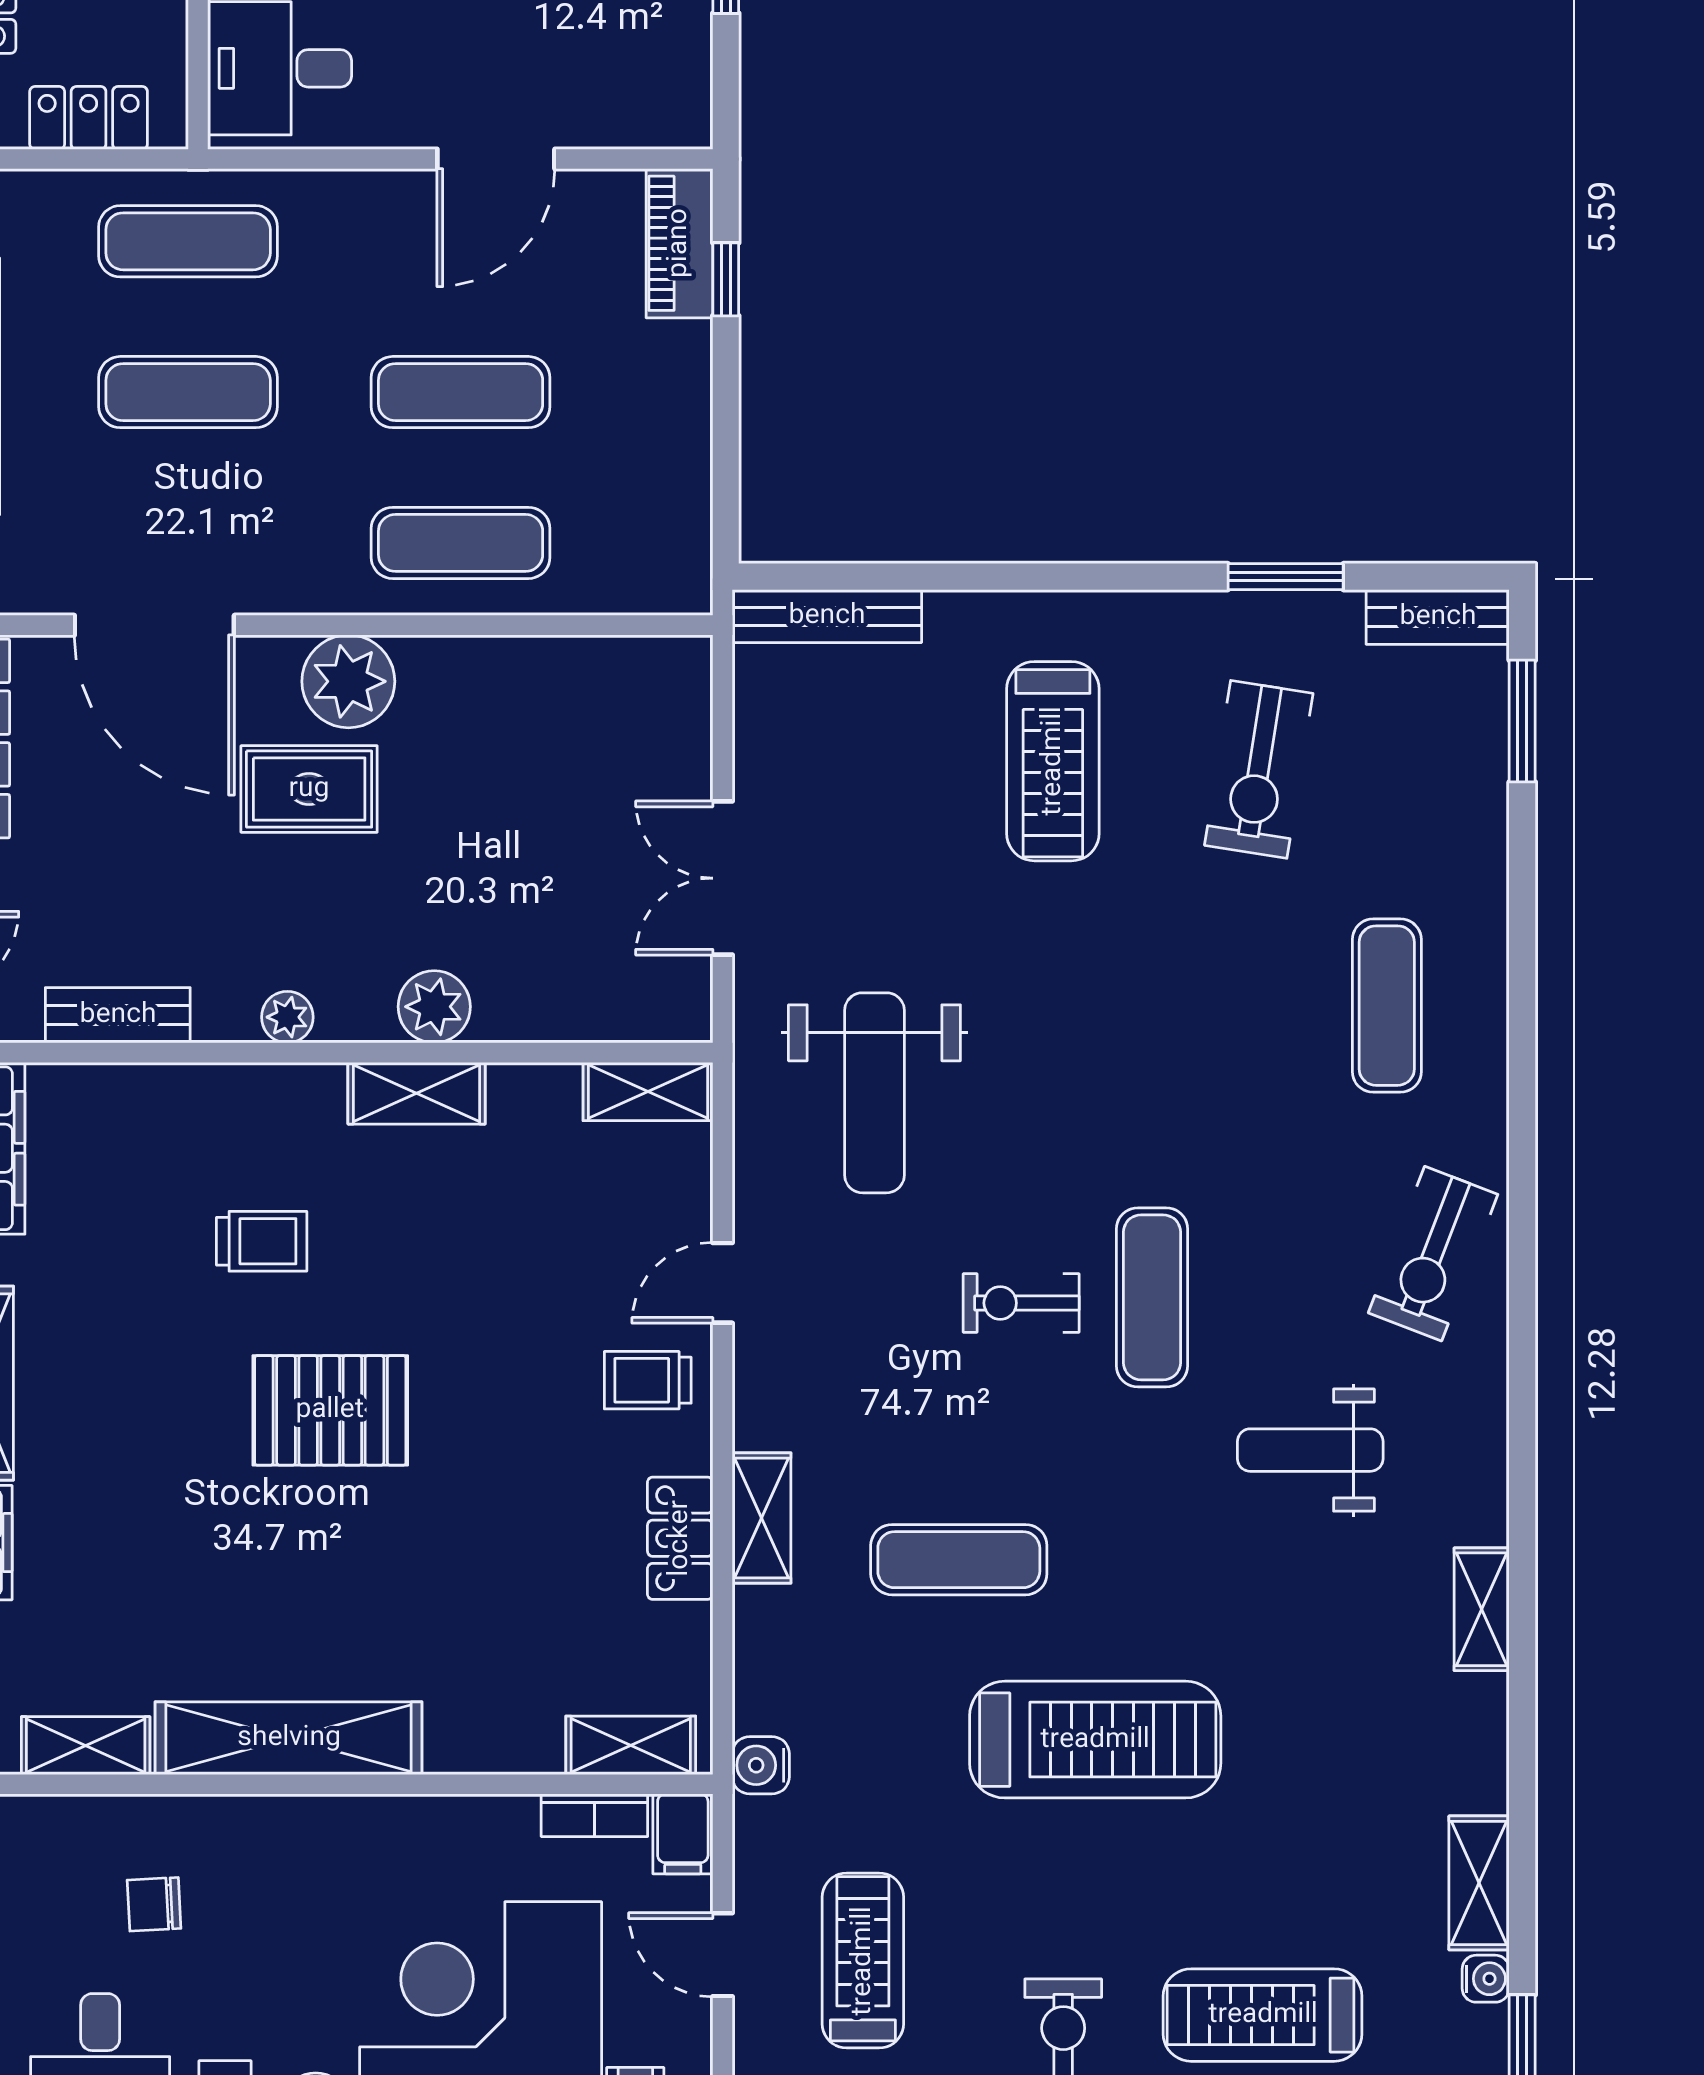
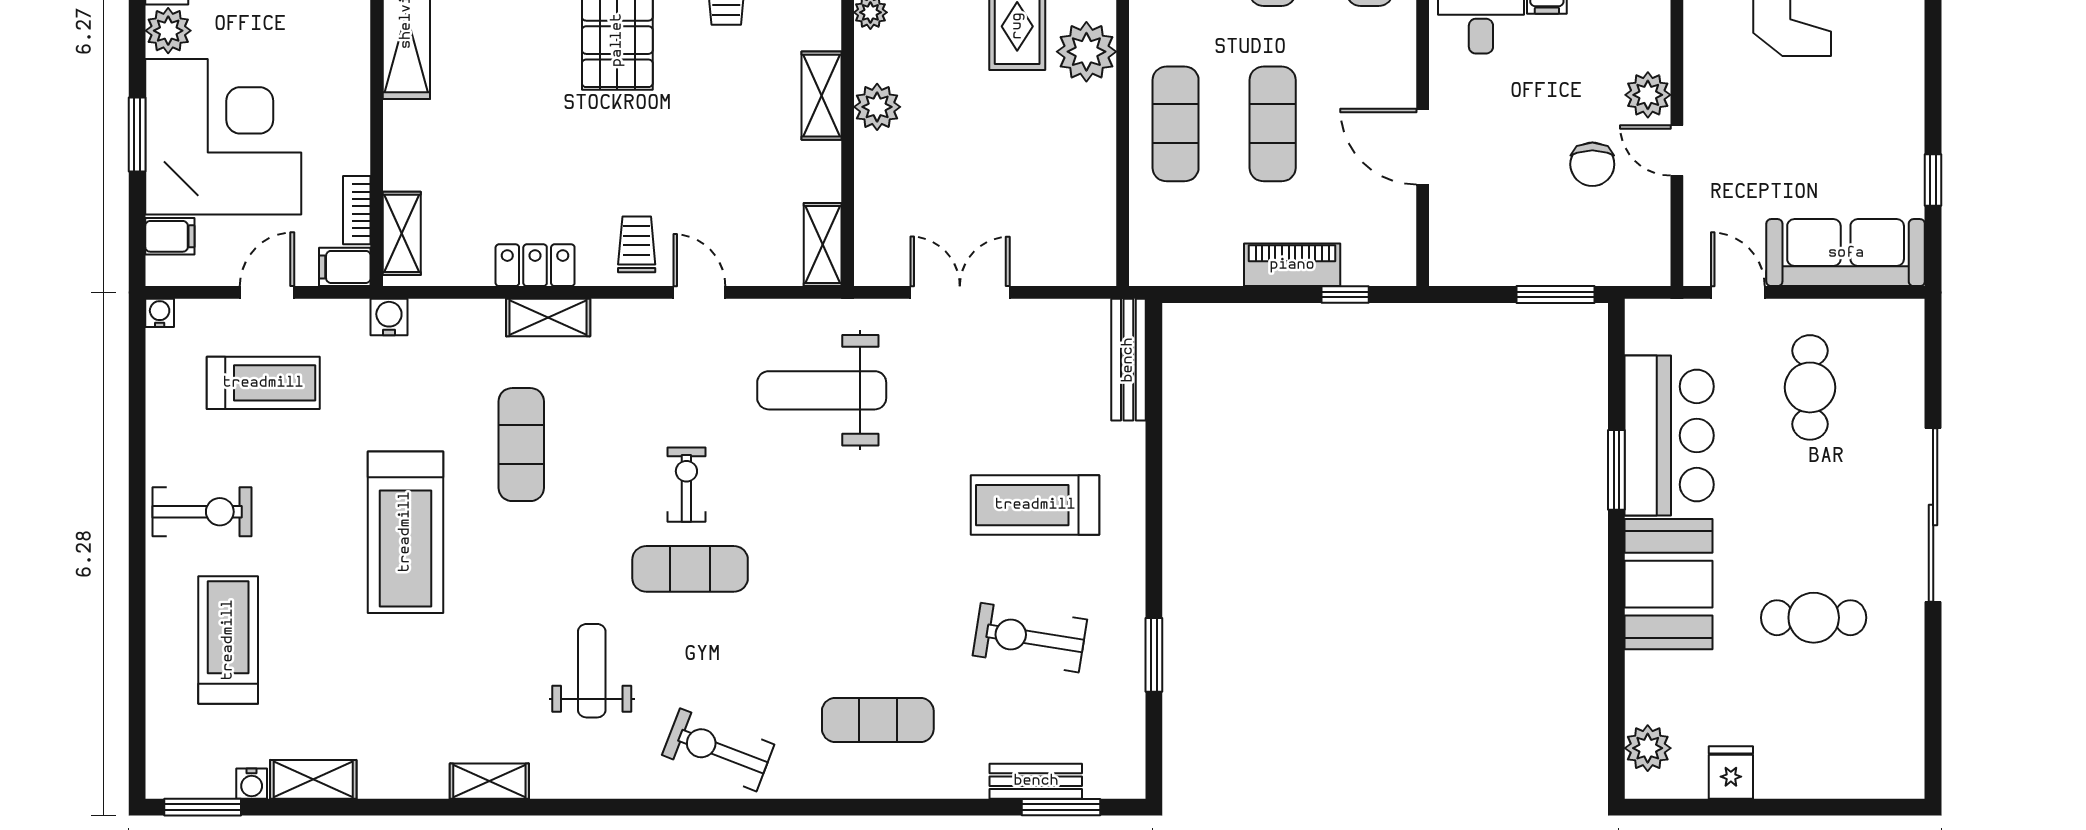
piano: (679, 243) -> (1292, 265), moved
bench: (1438, 617) -> (1036, 781), moved, turned 90

